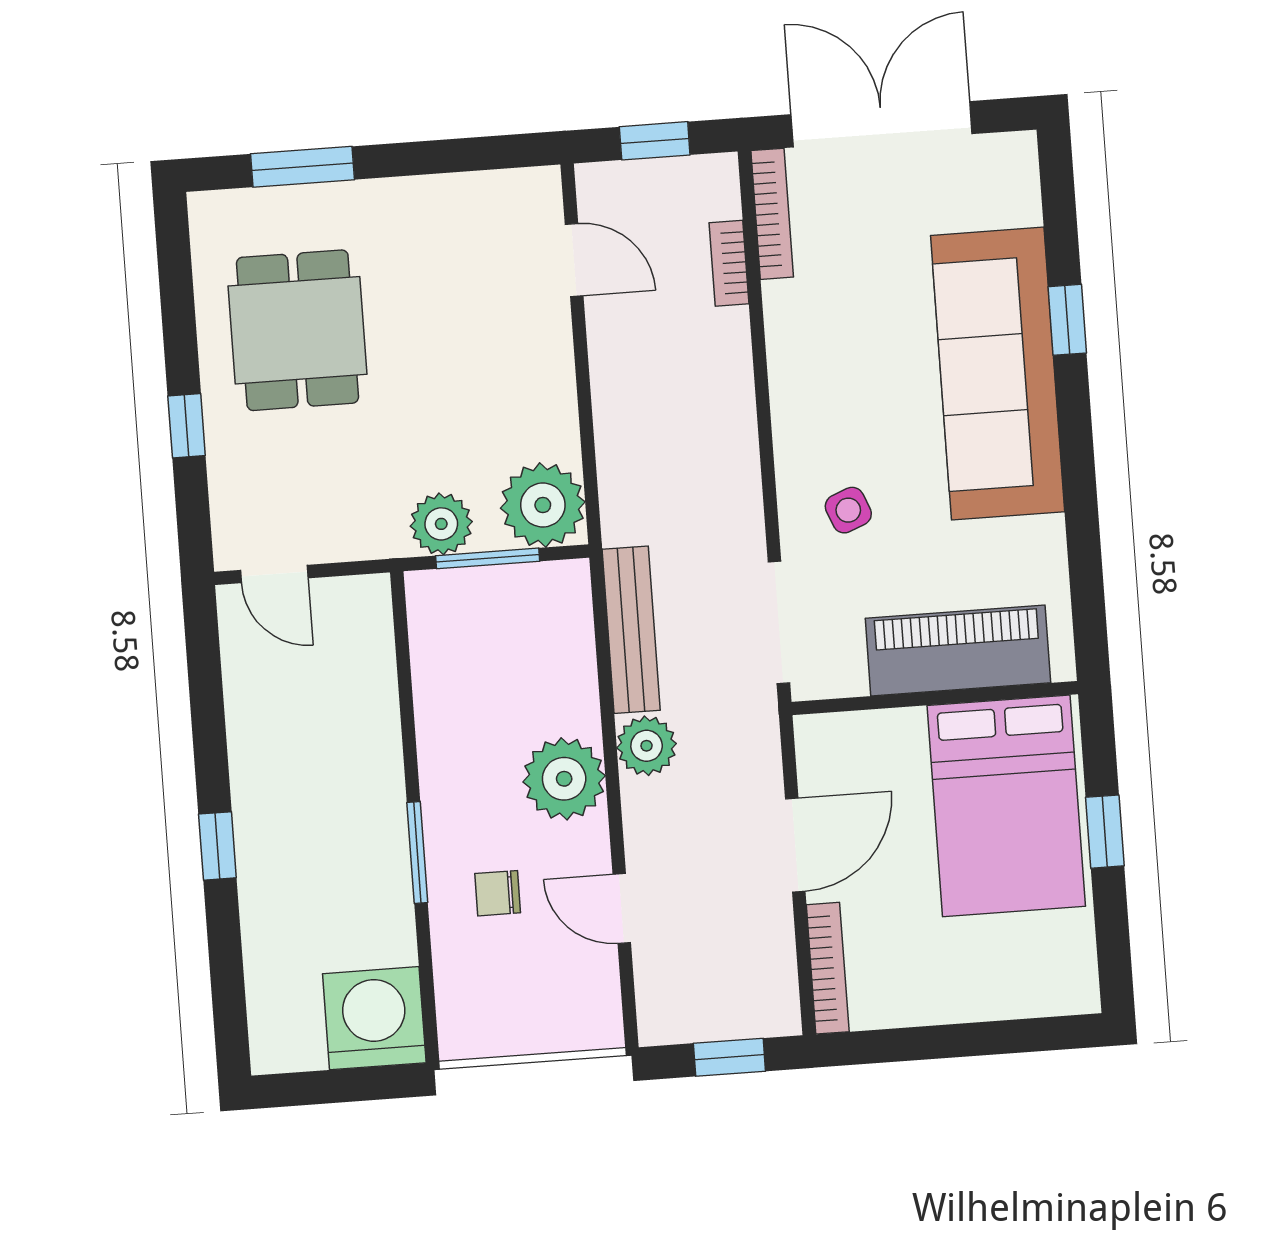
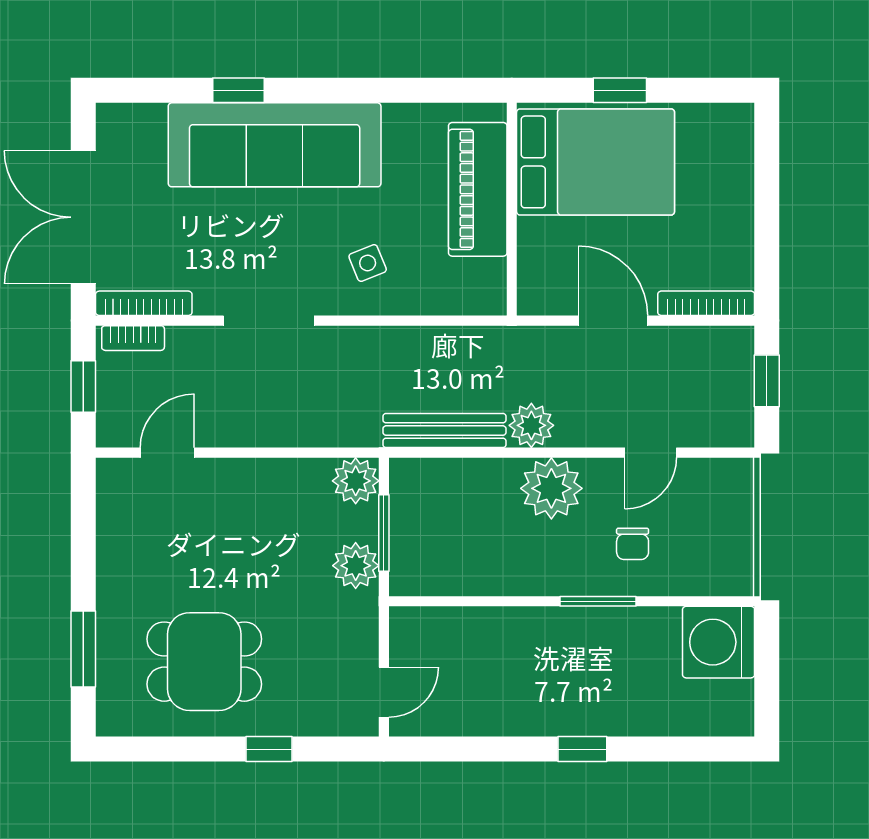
bookcase: (729, 263) -> (133, 338), moved
plant: (543, 505) -> (356, 481), width x0.73, depth x0.73
doorway: (779, 623) -> (269, 321), moved

